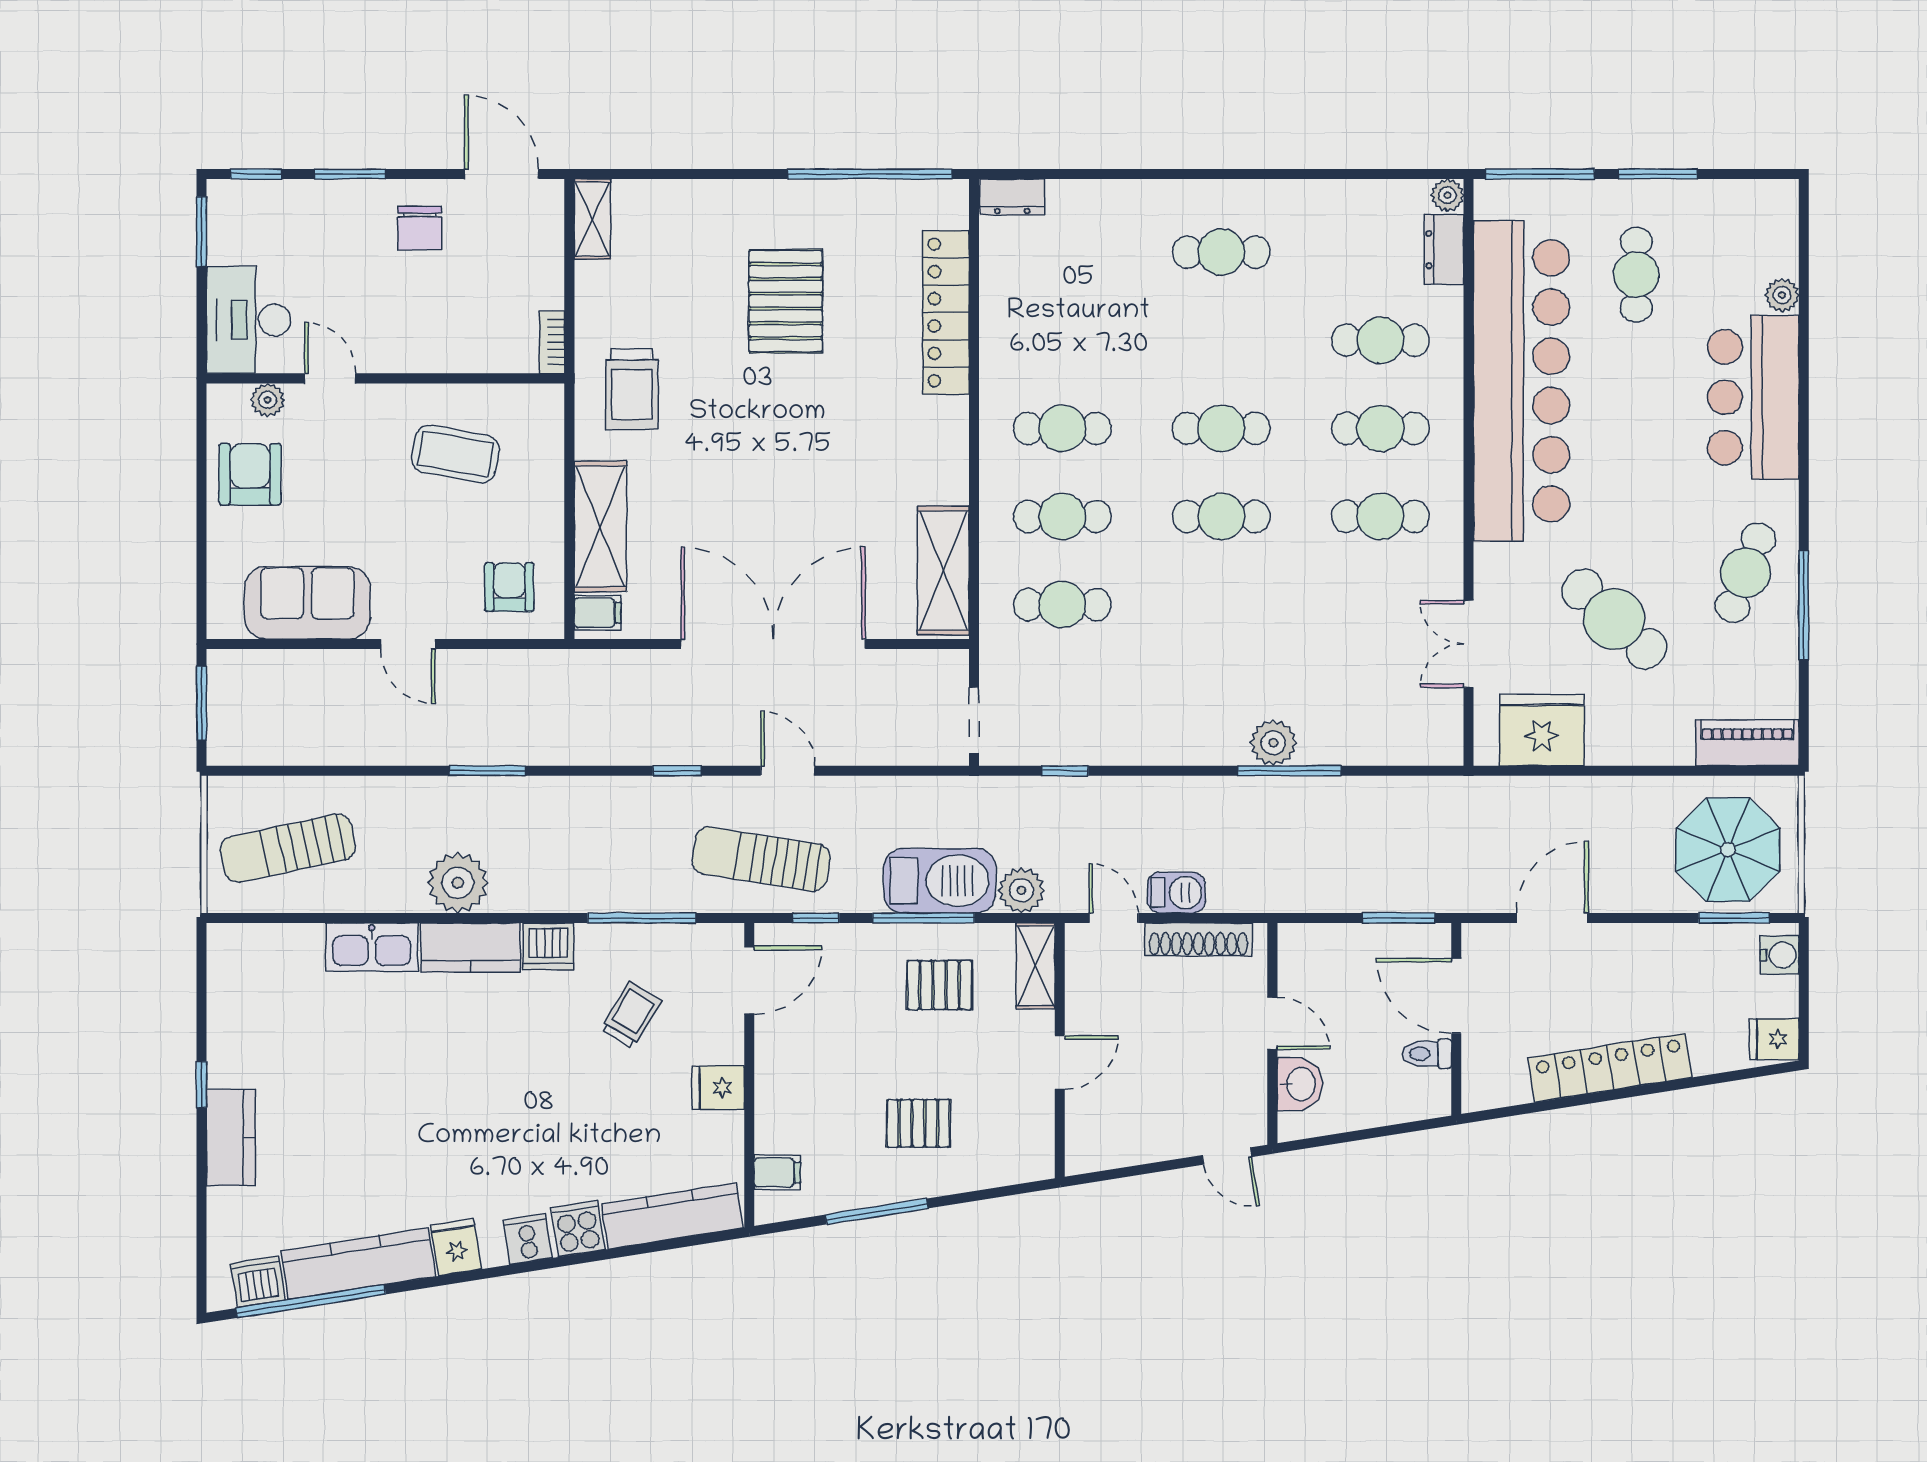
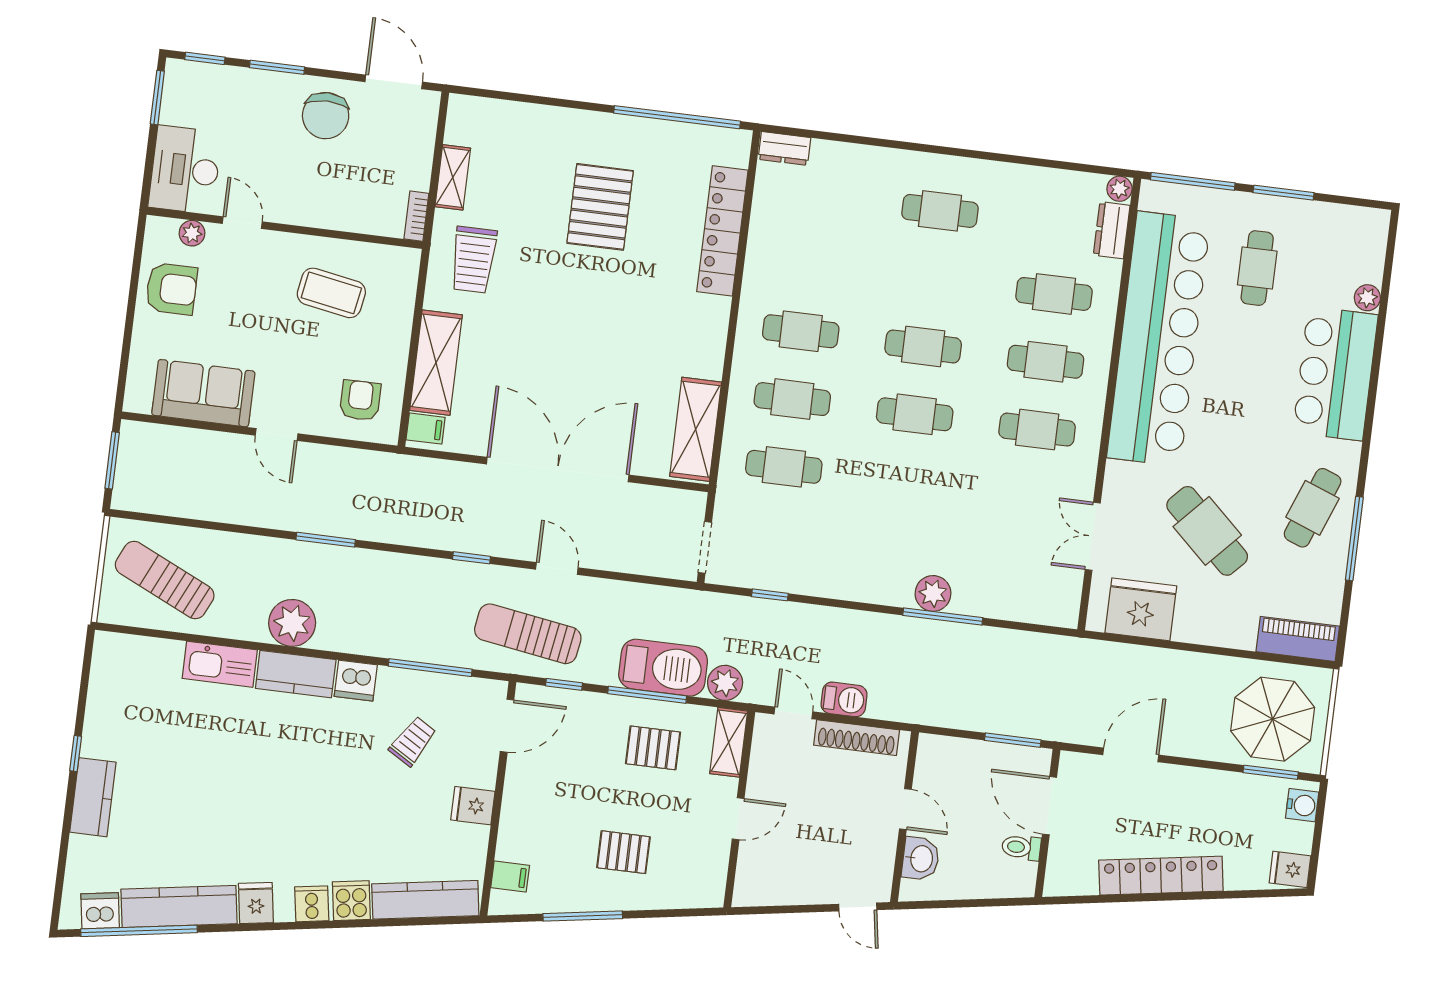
shelving: (592, 219) -> (453, 177), moved
chair: (420, 228) -> (326, 116), width x1.37, depth x1.37
armchair: (250, 474) -> (171, 289), turned 90
sun lounger: (288, 848) -> (165, 580), turned 37

